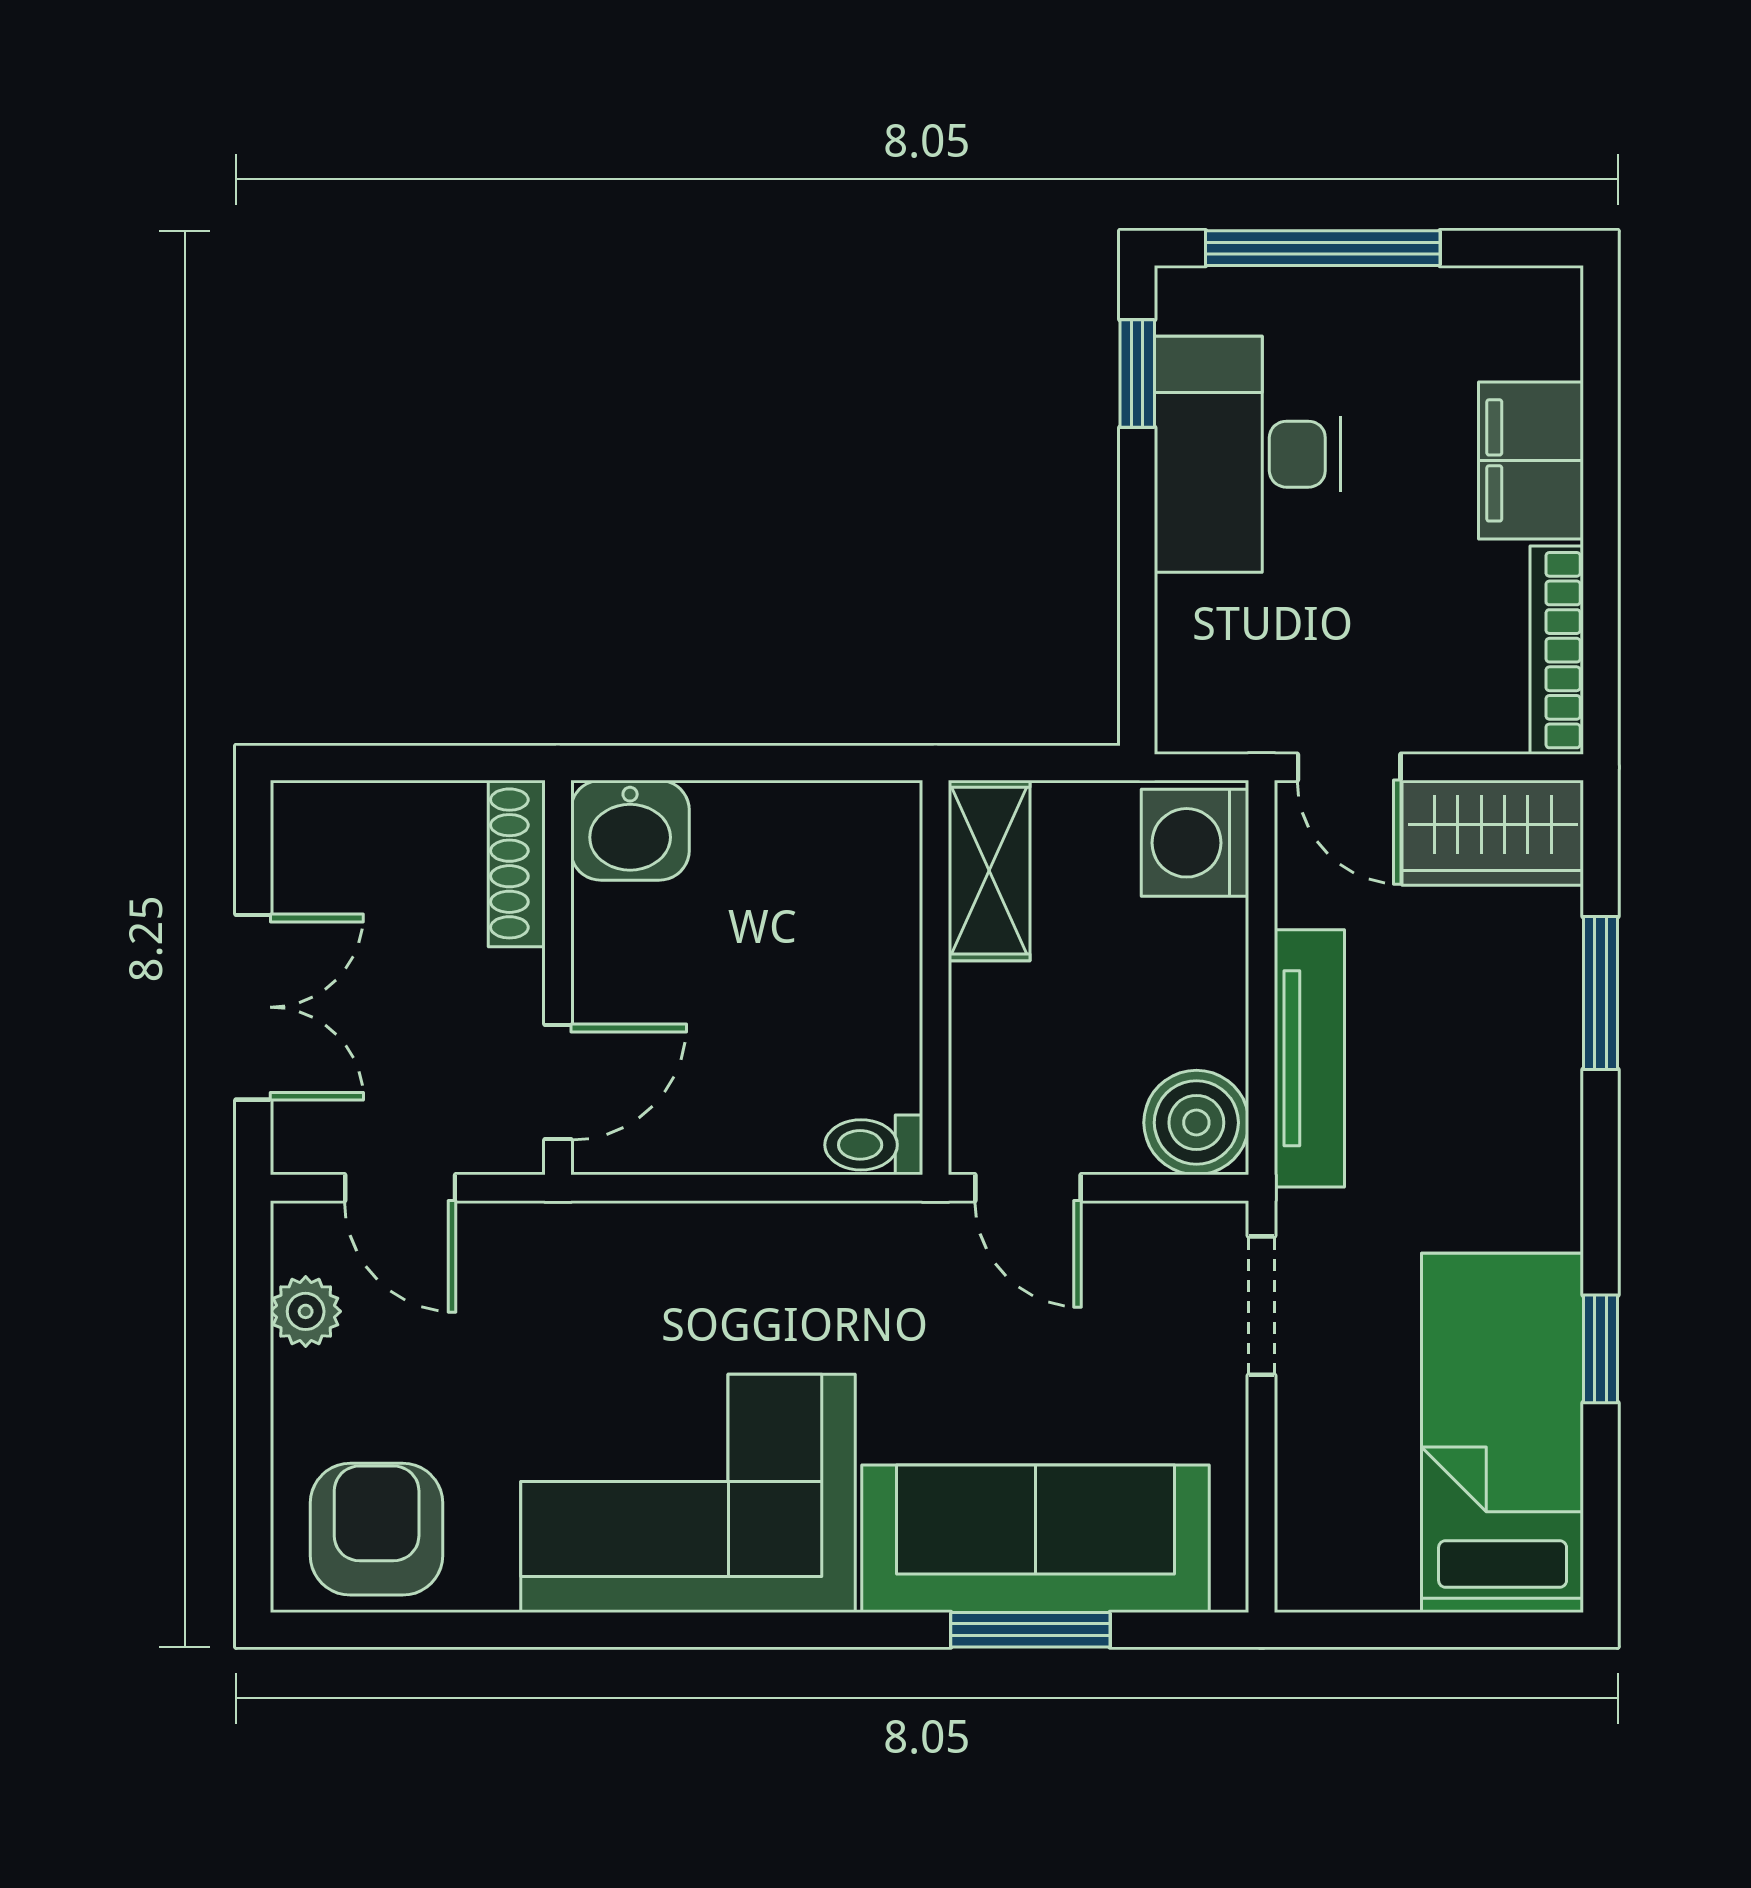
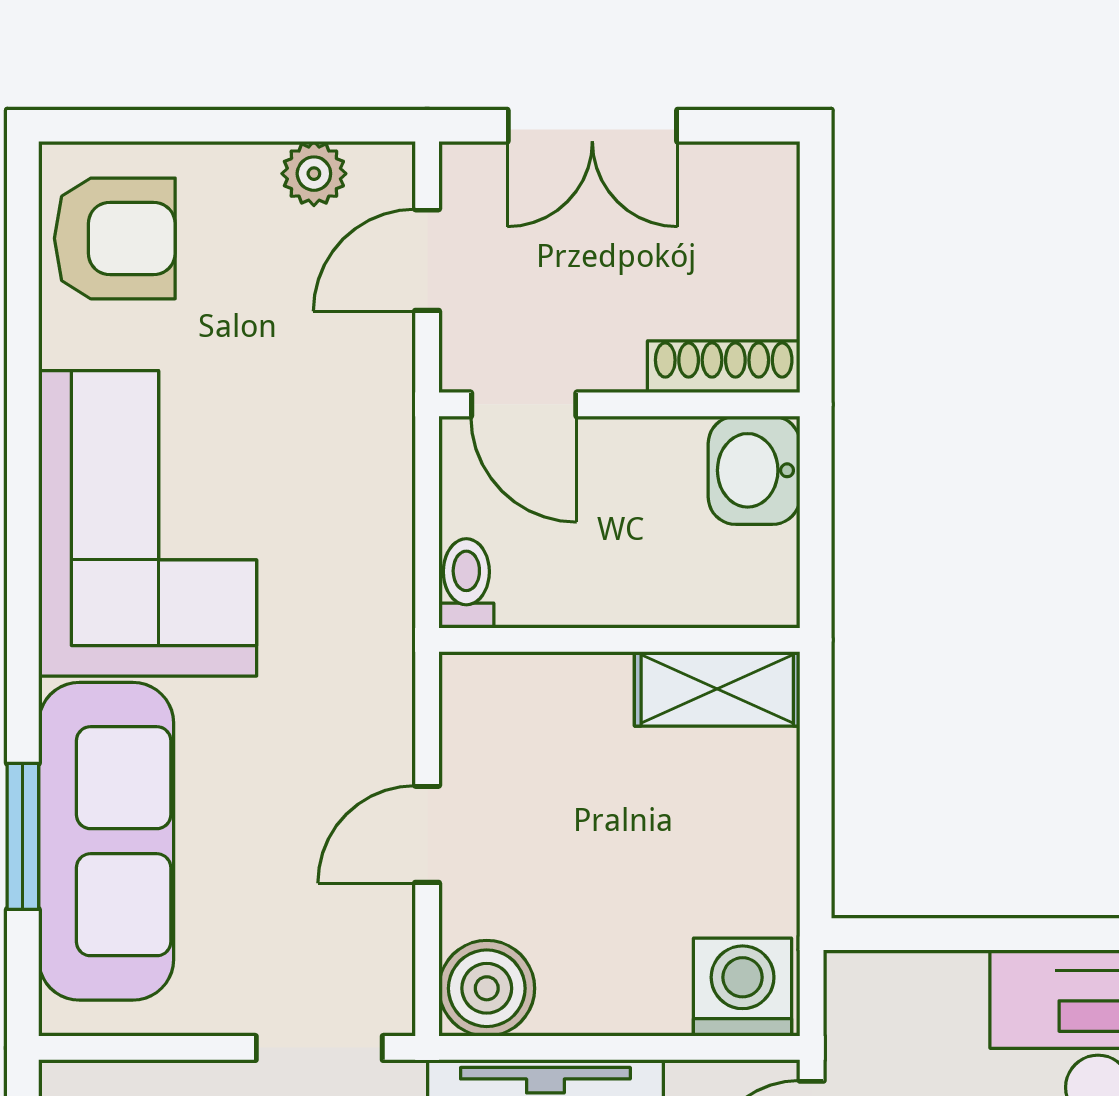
shelving: (989, 871) -> (717, 689), moved
wall: (936, 978) -> (619, 640), moved
toilet: (874, 1145) -> (466, 583), moved

